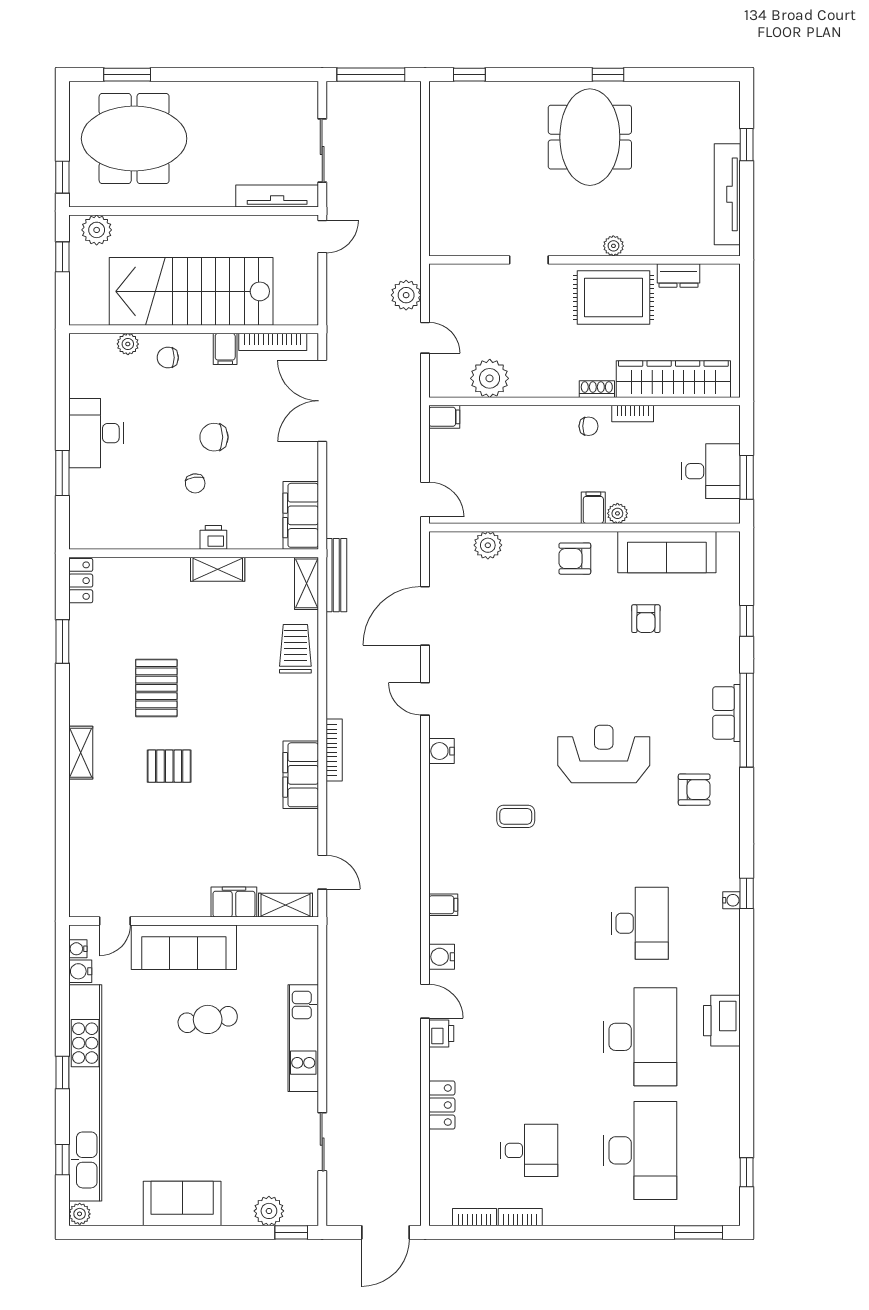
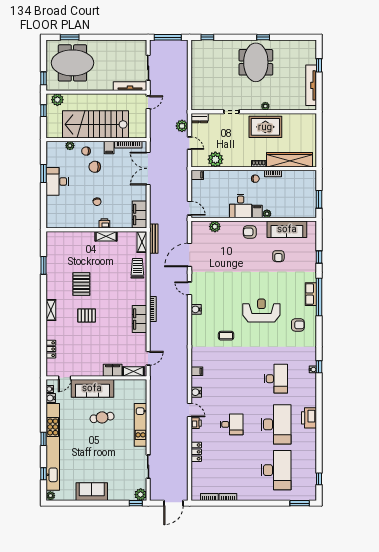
dresser: (678, 276) -> (200, 118), moved
chair: (214, 437) -> (95, 167), moved
desk: (711, 471) -> (241, 206), moved, turned 90
window: (62, 473) -> (44, 174), moved
locker: (81, 581) -> (51, 349), moved
door: (322, 872) -> (148, 358), hinge flipped
desk: (529, 1150) -> (231, 424), moved
plant: (269, 1211) -> (141, 495), moved

